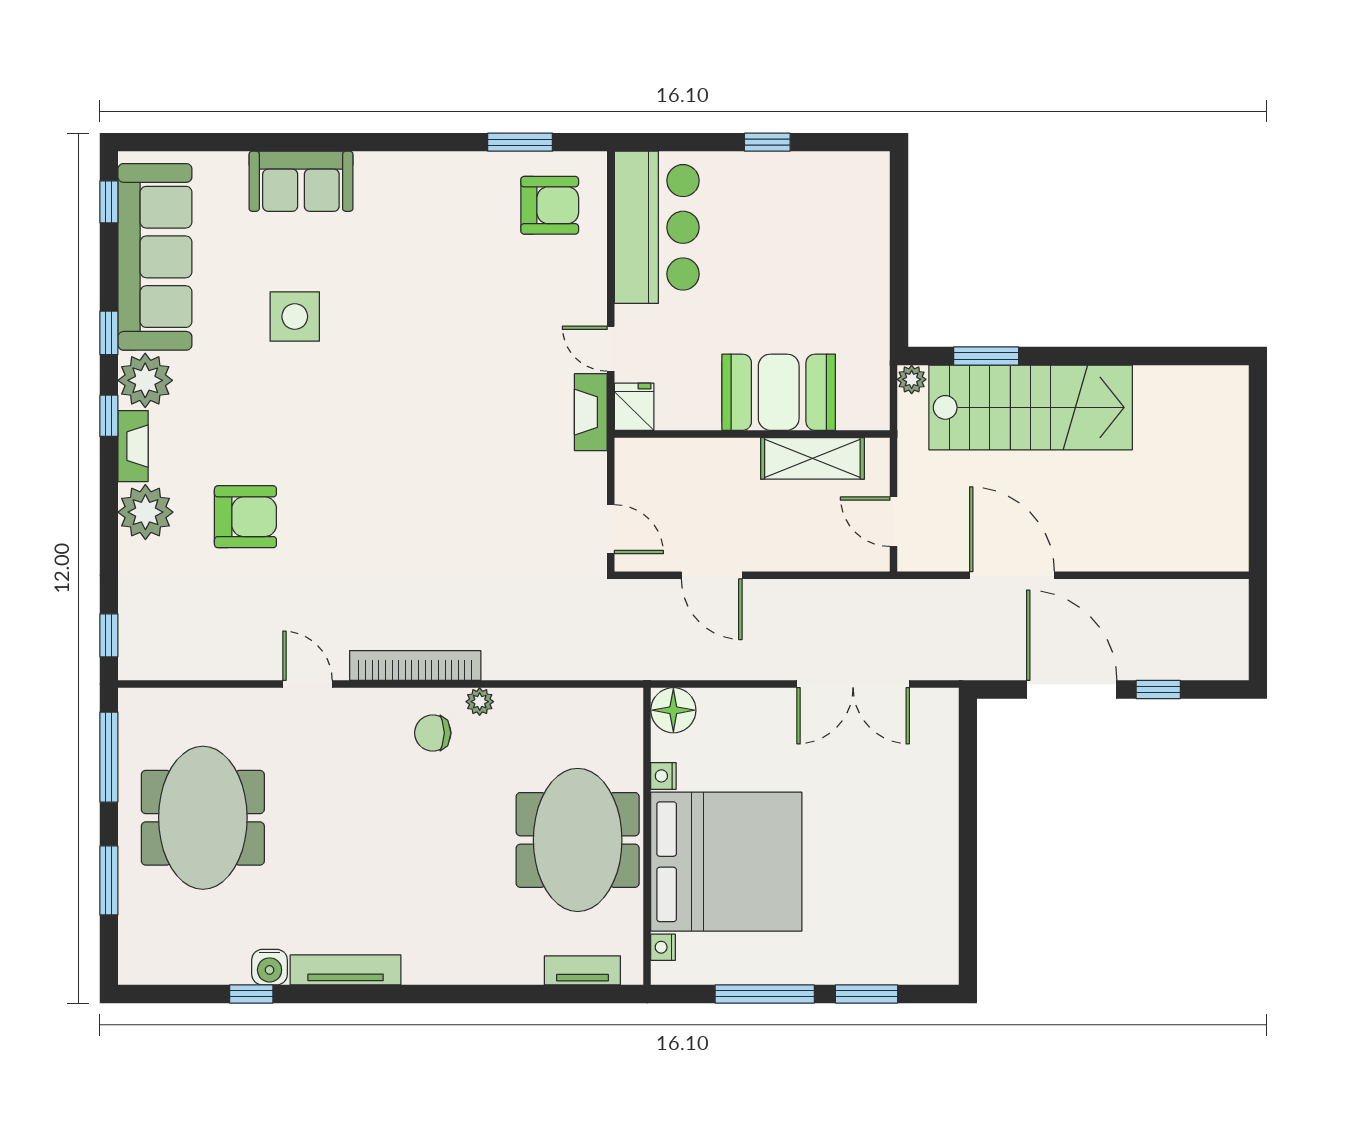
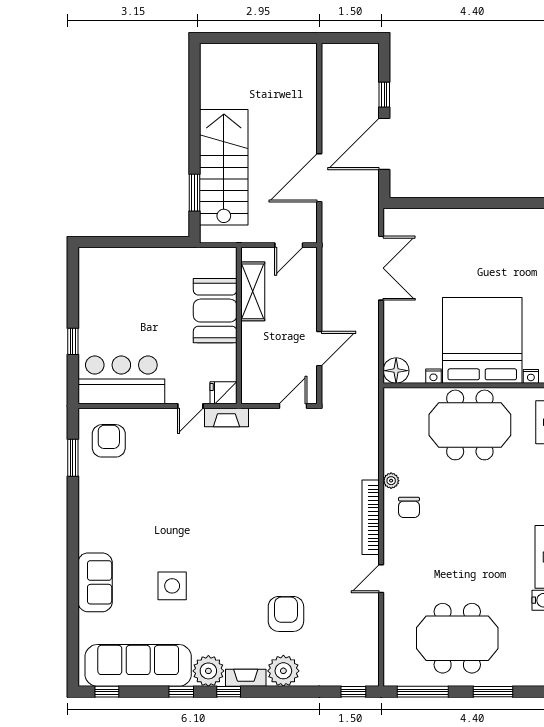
window: (767, 142) -> (73, 341), moved
plant: (912, 379) -> (208, 235), removed

